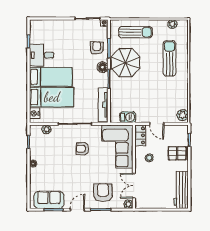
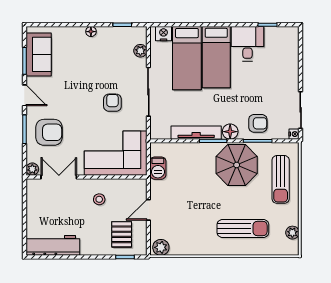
tv unit: (103, 105) -> (196, 133), moved
locker: (140, 135) -> (132, 186), removed
pallet: (177, 153) -> (122, 234), moved

